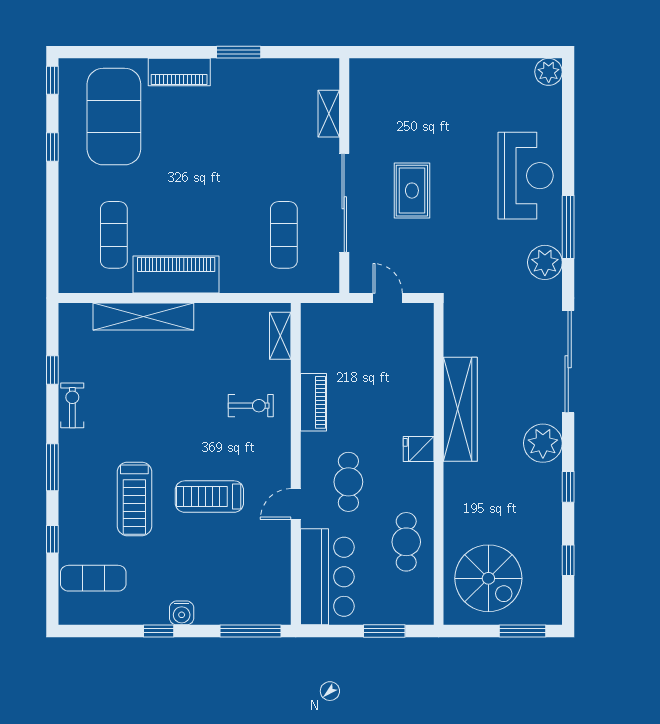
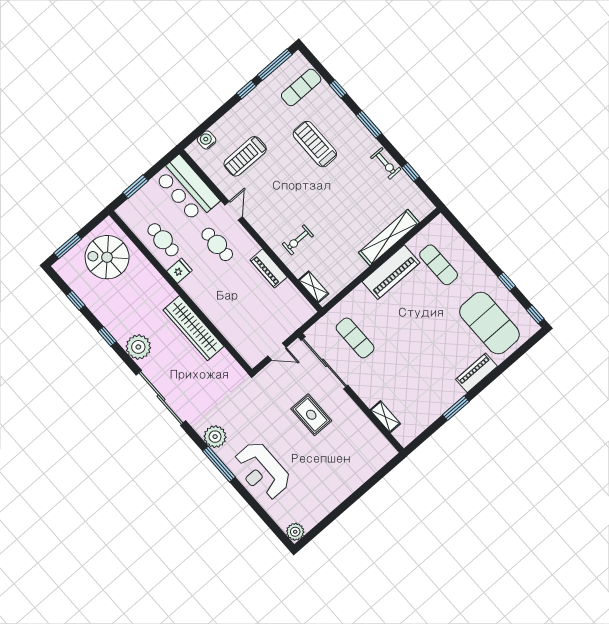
sliding door: (344, 203) -> (325, 363), moved
fridge: (419, 449) -> (179, 271), moved
treadmill: (209, 497) -> (245, 156), moved, turned 180
water cooler: (182, 613) -> (207, 140), moved
window: (250, 631) -> (275, 65), moved

